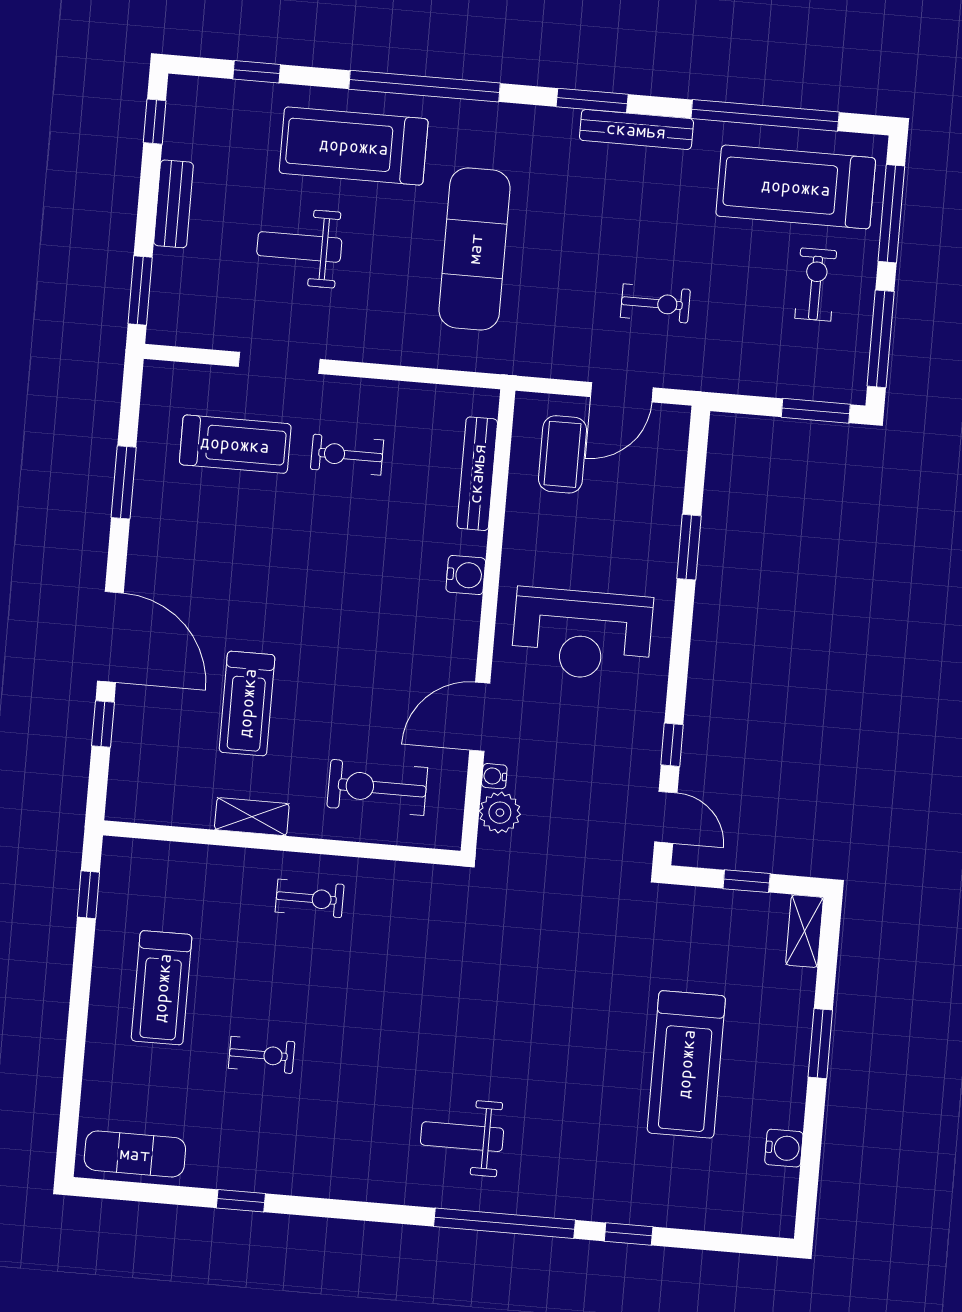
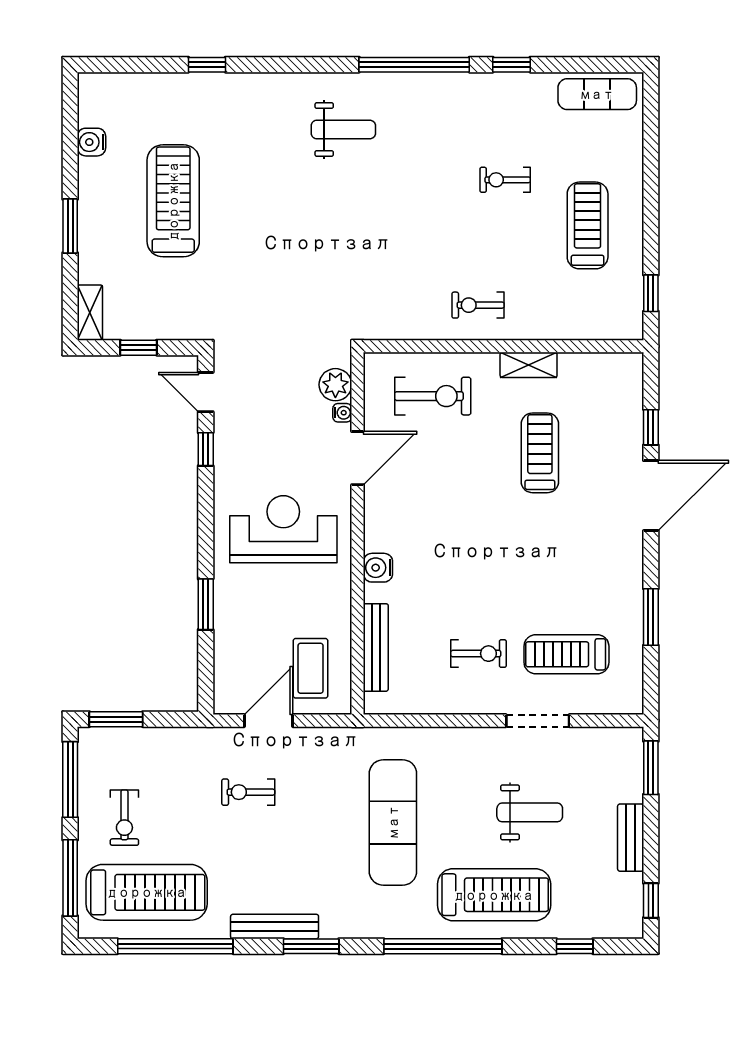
door: (110, 637) -> (651, 496), swing flipped
window: (505, 1223) -> (414, 65), moved

